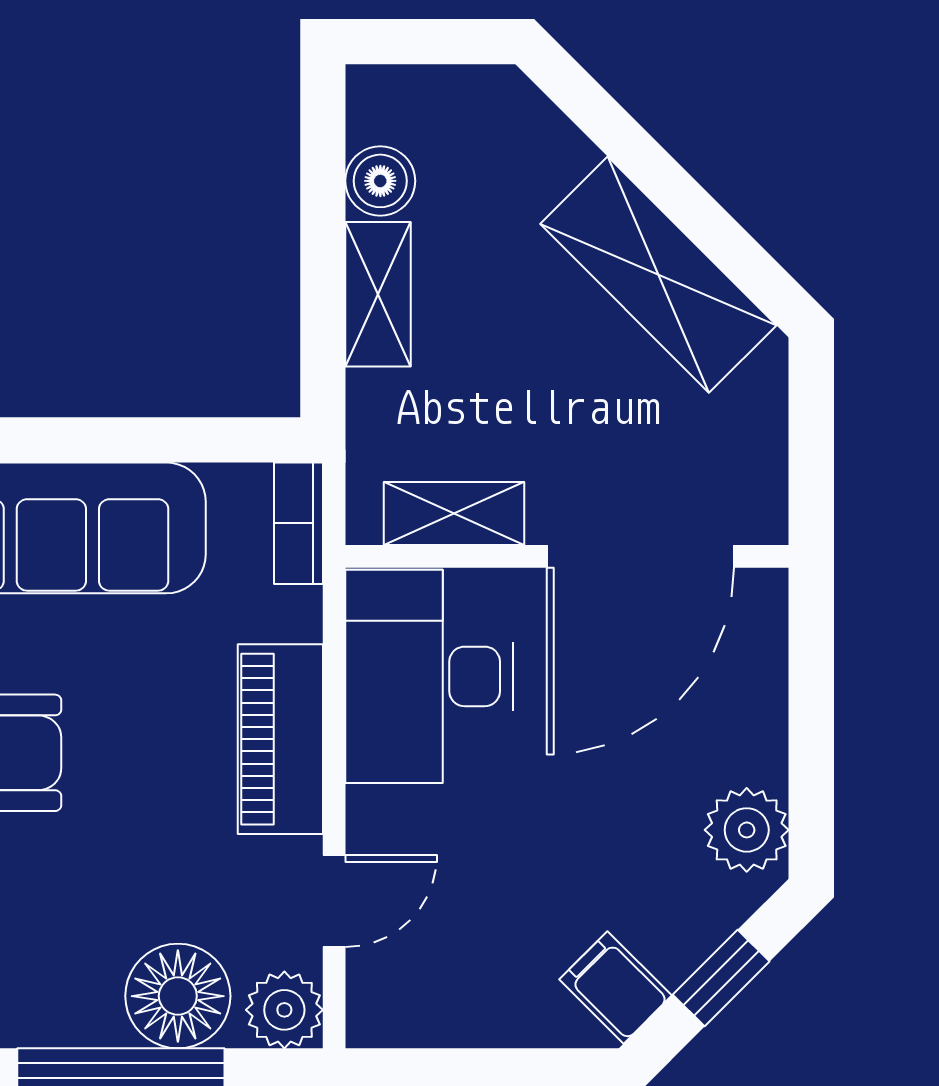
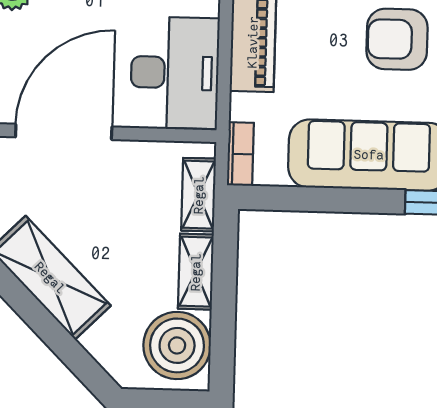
boiler: (380, 181) -> (177, 345), width x1.86, depth x1.86
shelving: (454, 513) -> (199, 195), moved, turned 90

